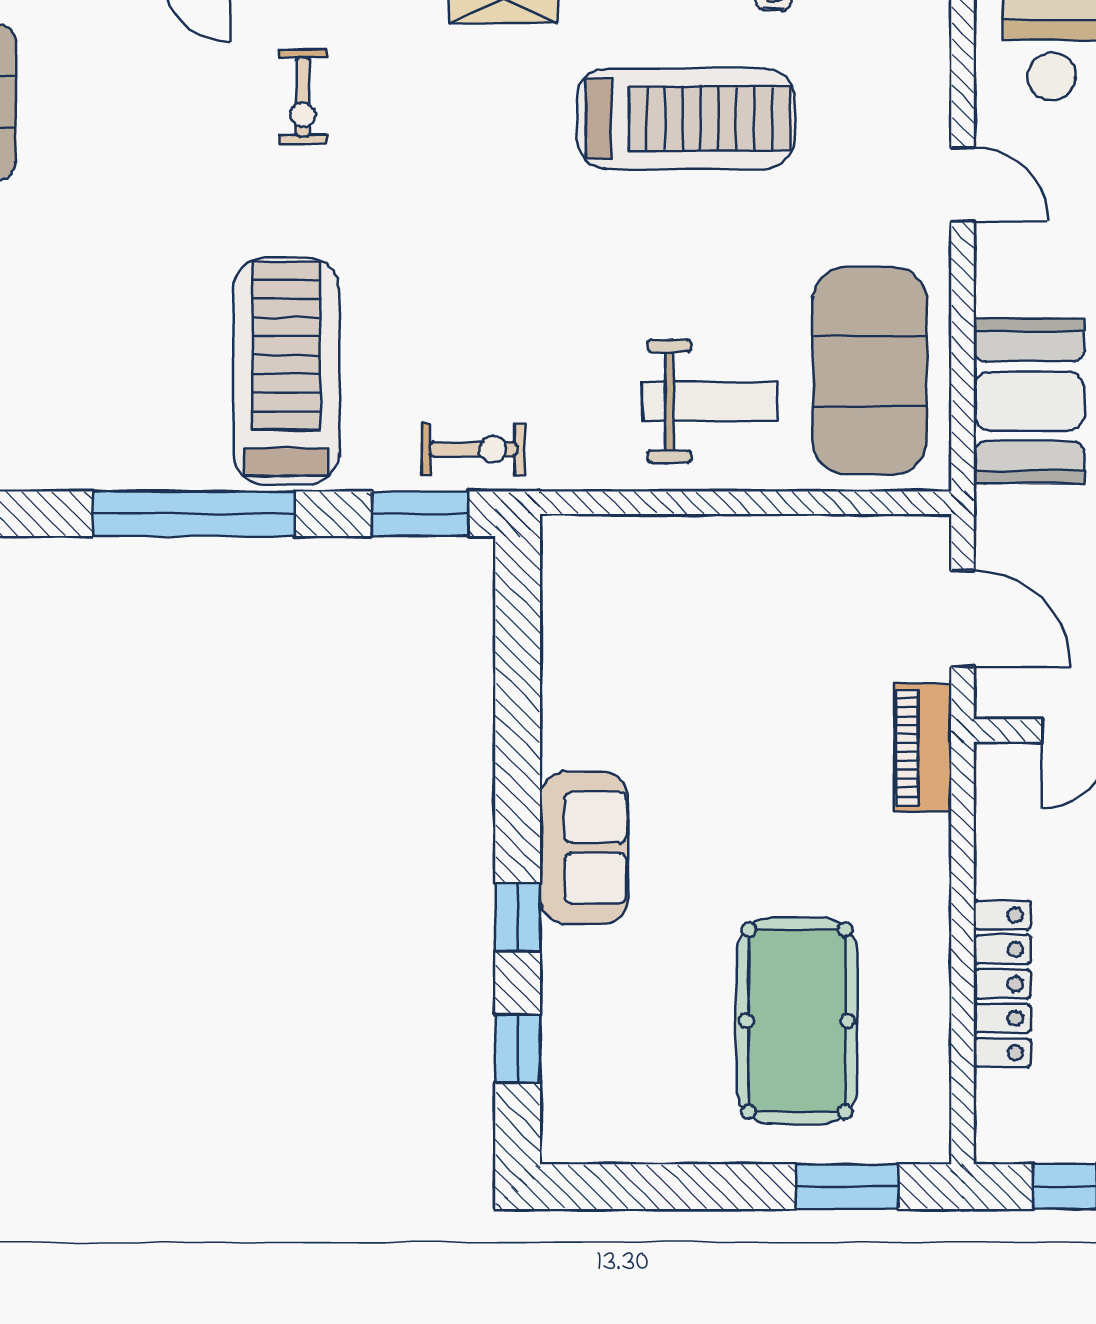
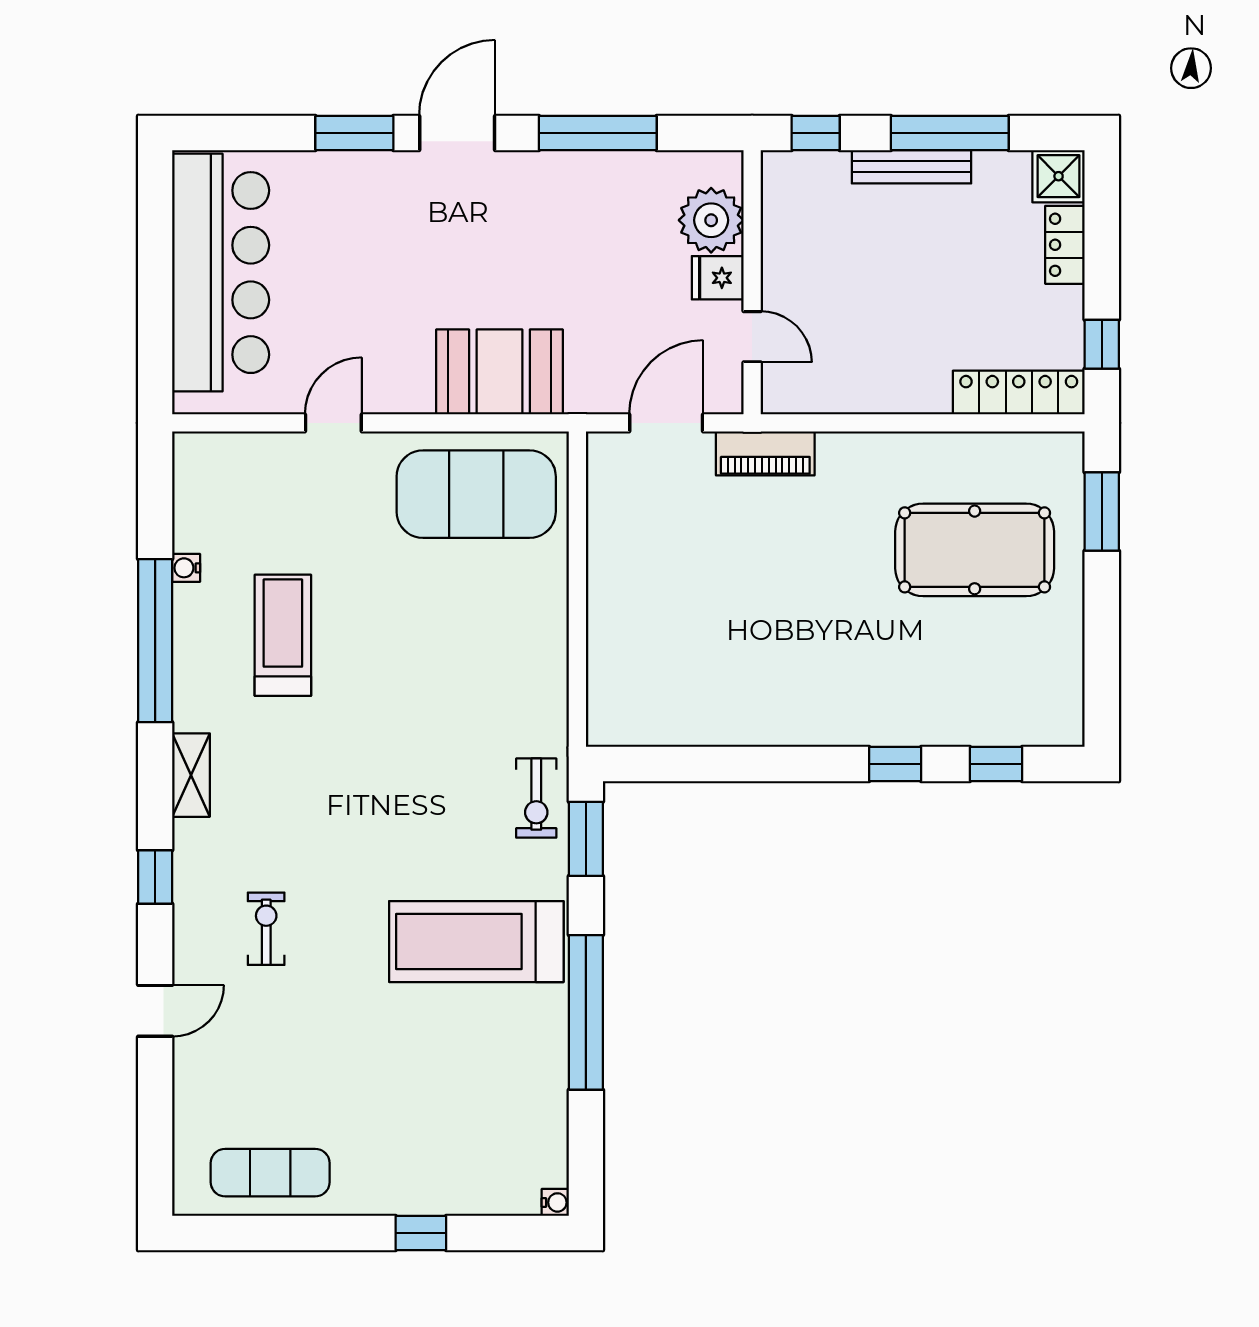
exercise bike: (303, 97) -> (266, 929), turned -90
treadmill: (686, 119) -> (283, 635), width x0.73, depth x0.73
weight bench: (710, 401) -> (500, 617), removed
exercise bike: (473, 449) -> (536, 798), turned 180
sofa: (584, 848) -> (842, 713), removed
locker: (1002, 984) -> (1019, 393), moved

